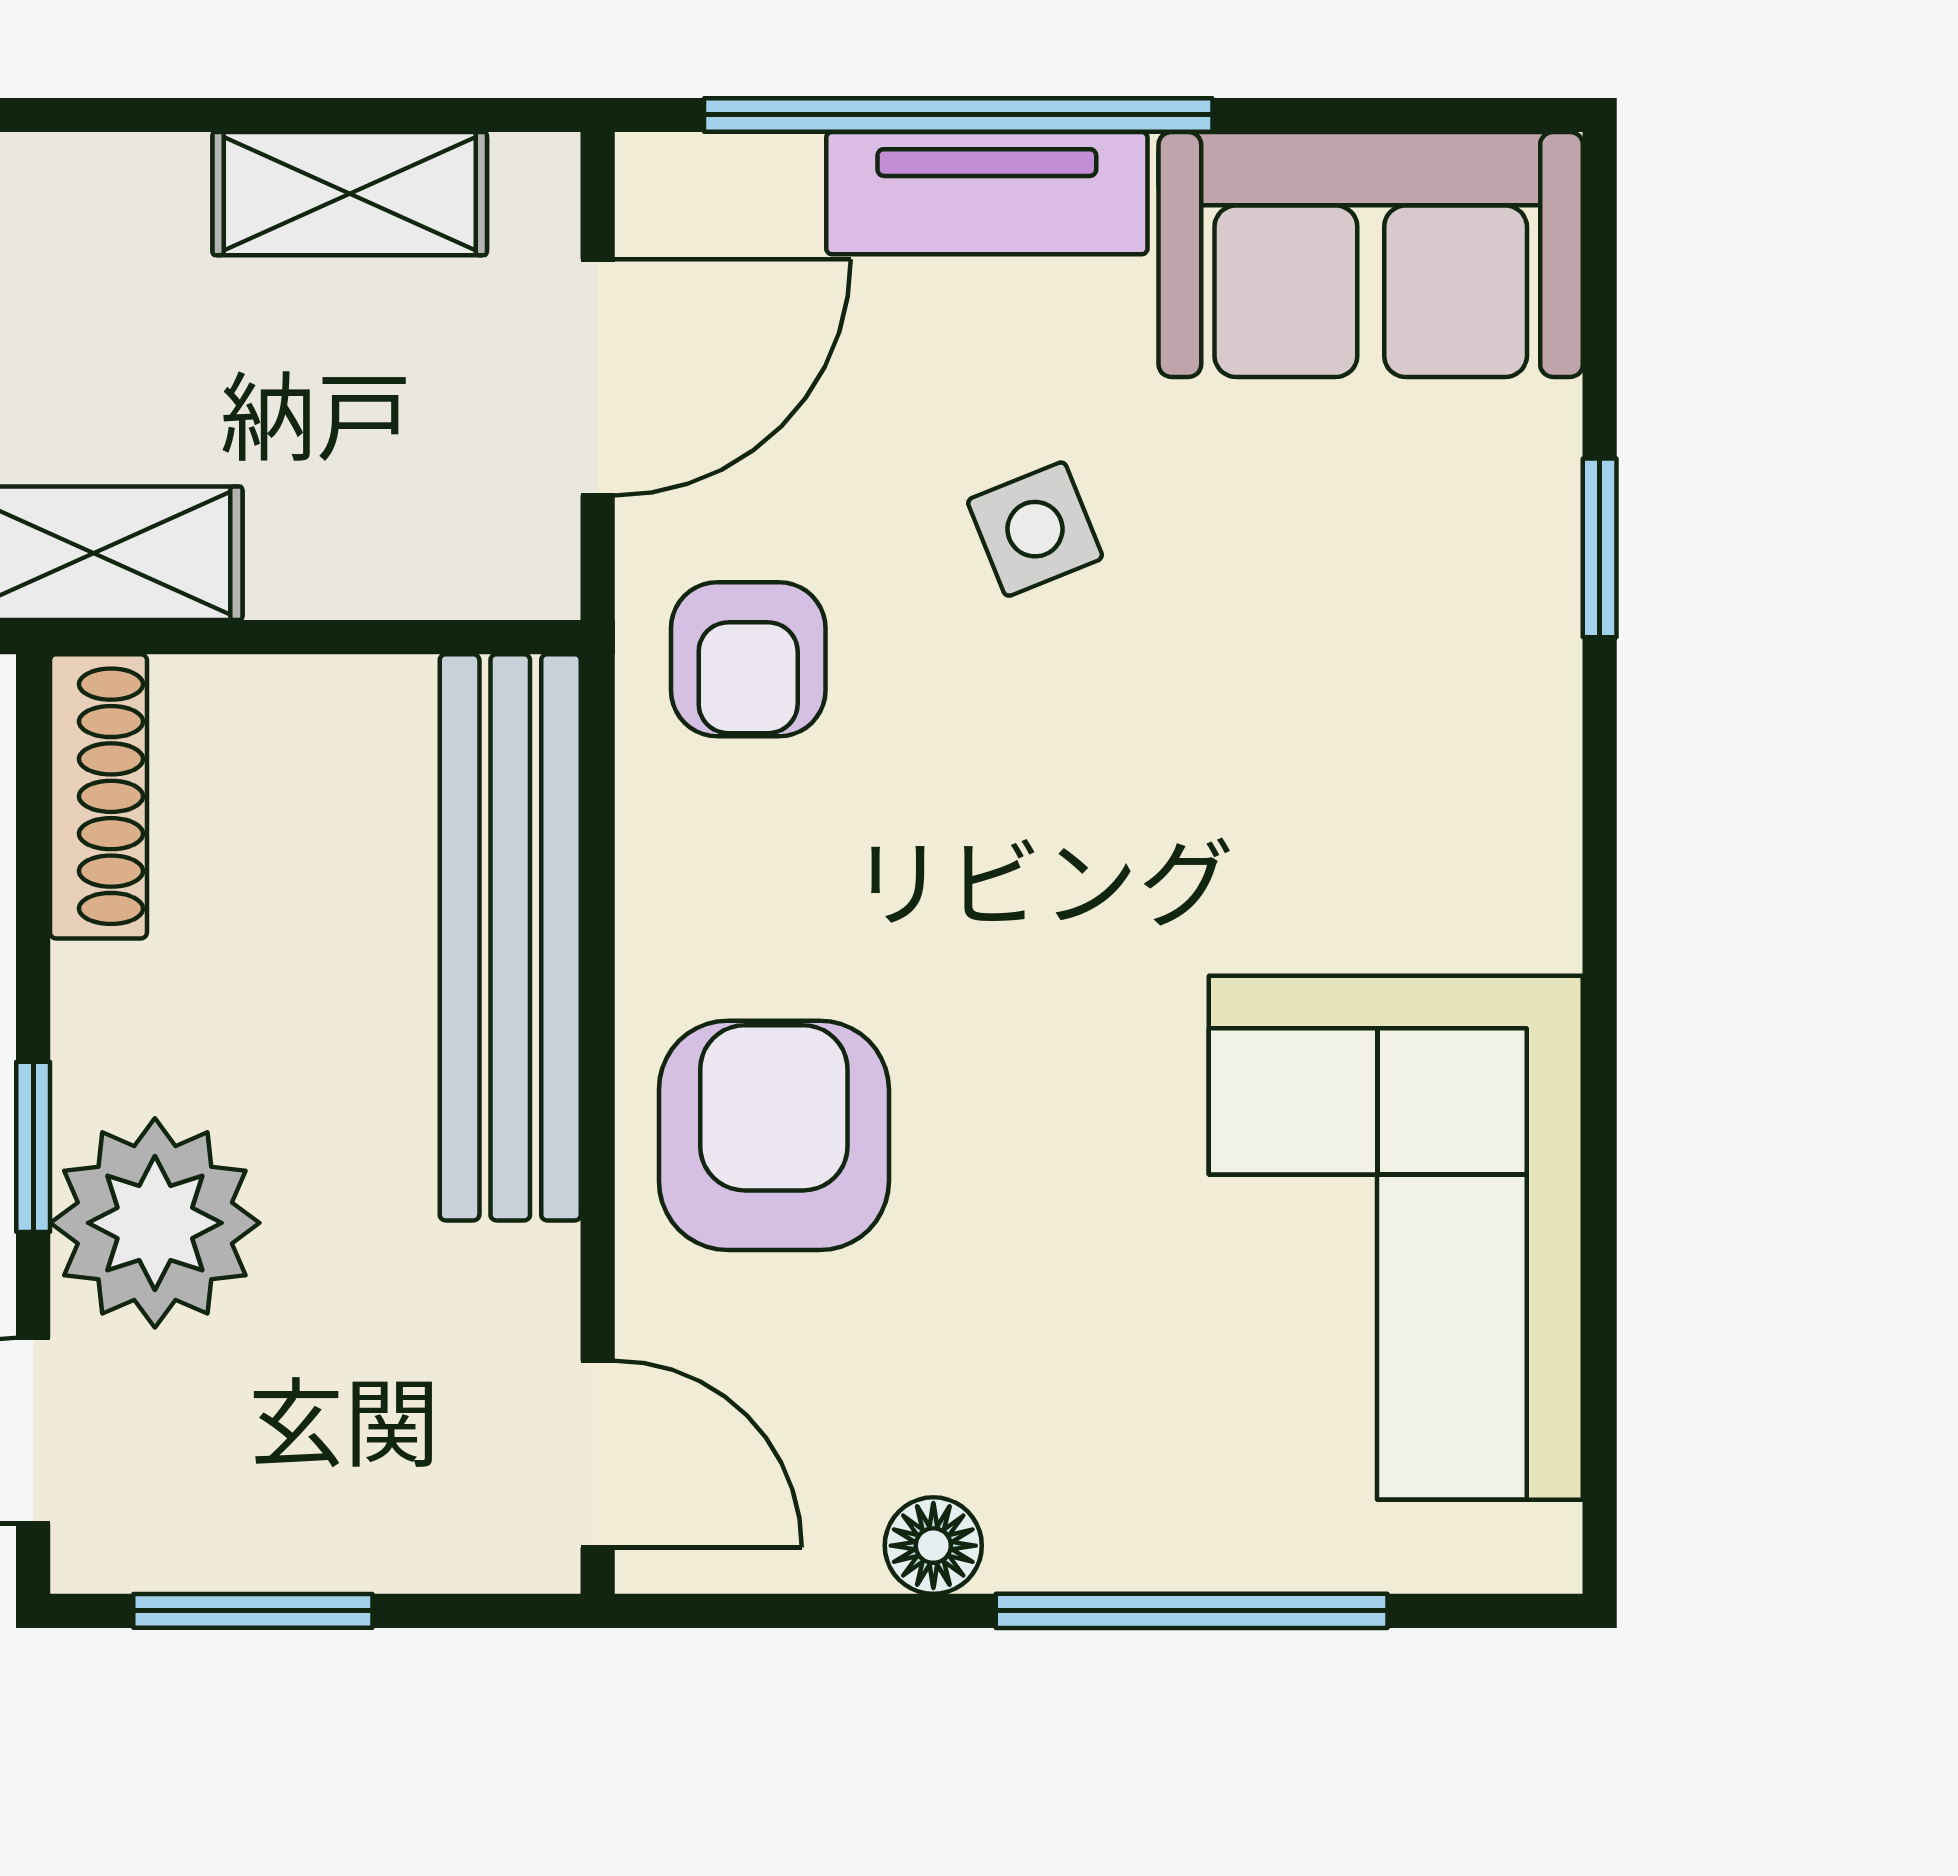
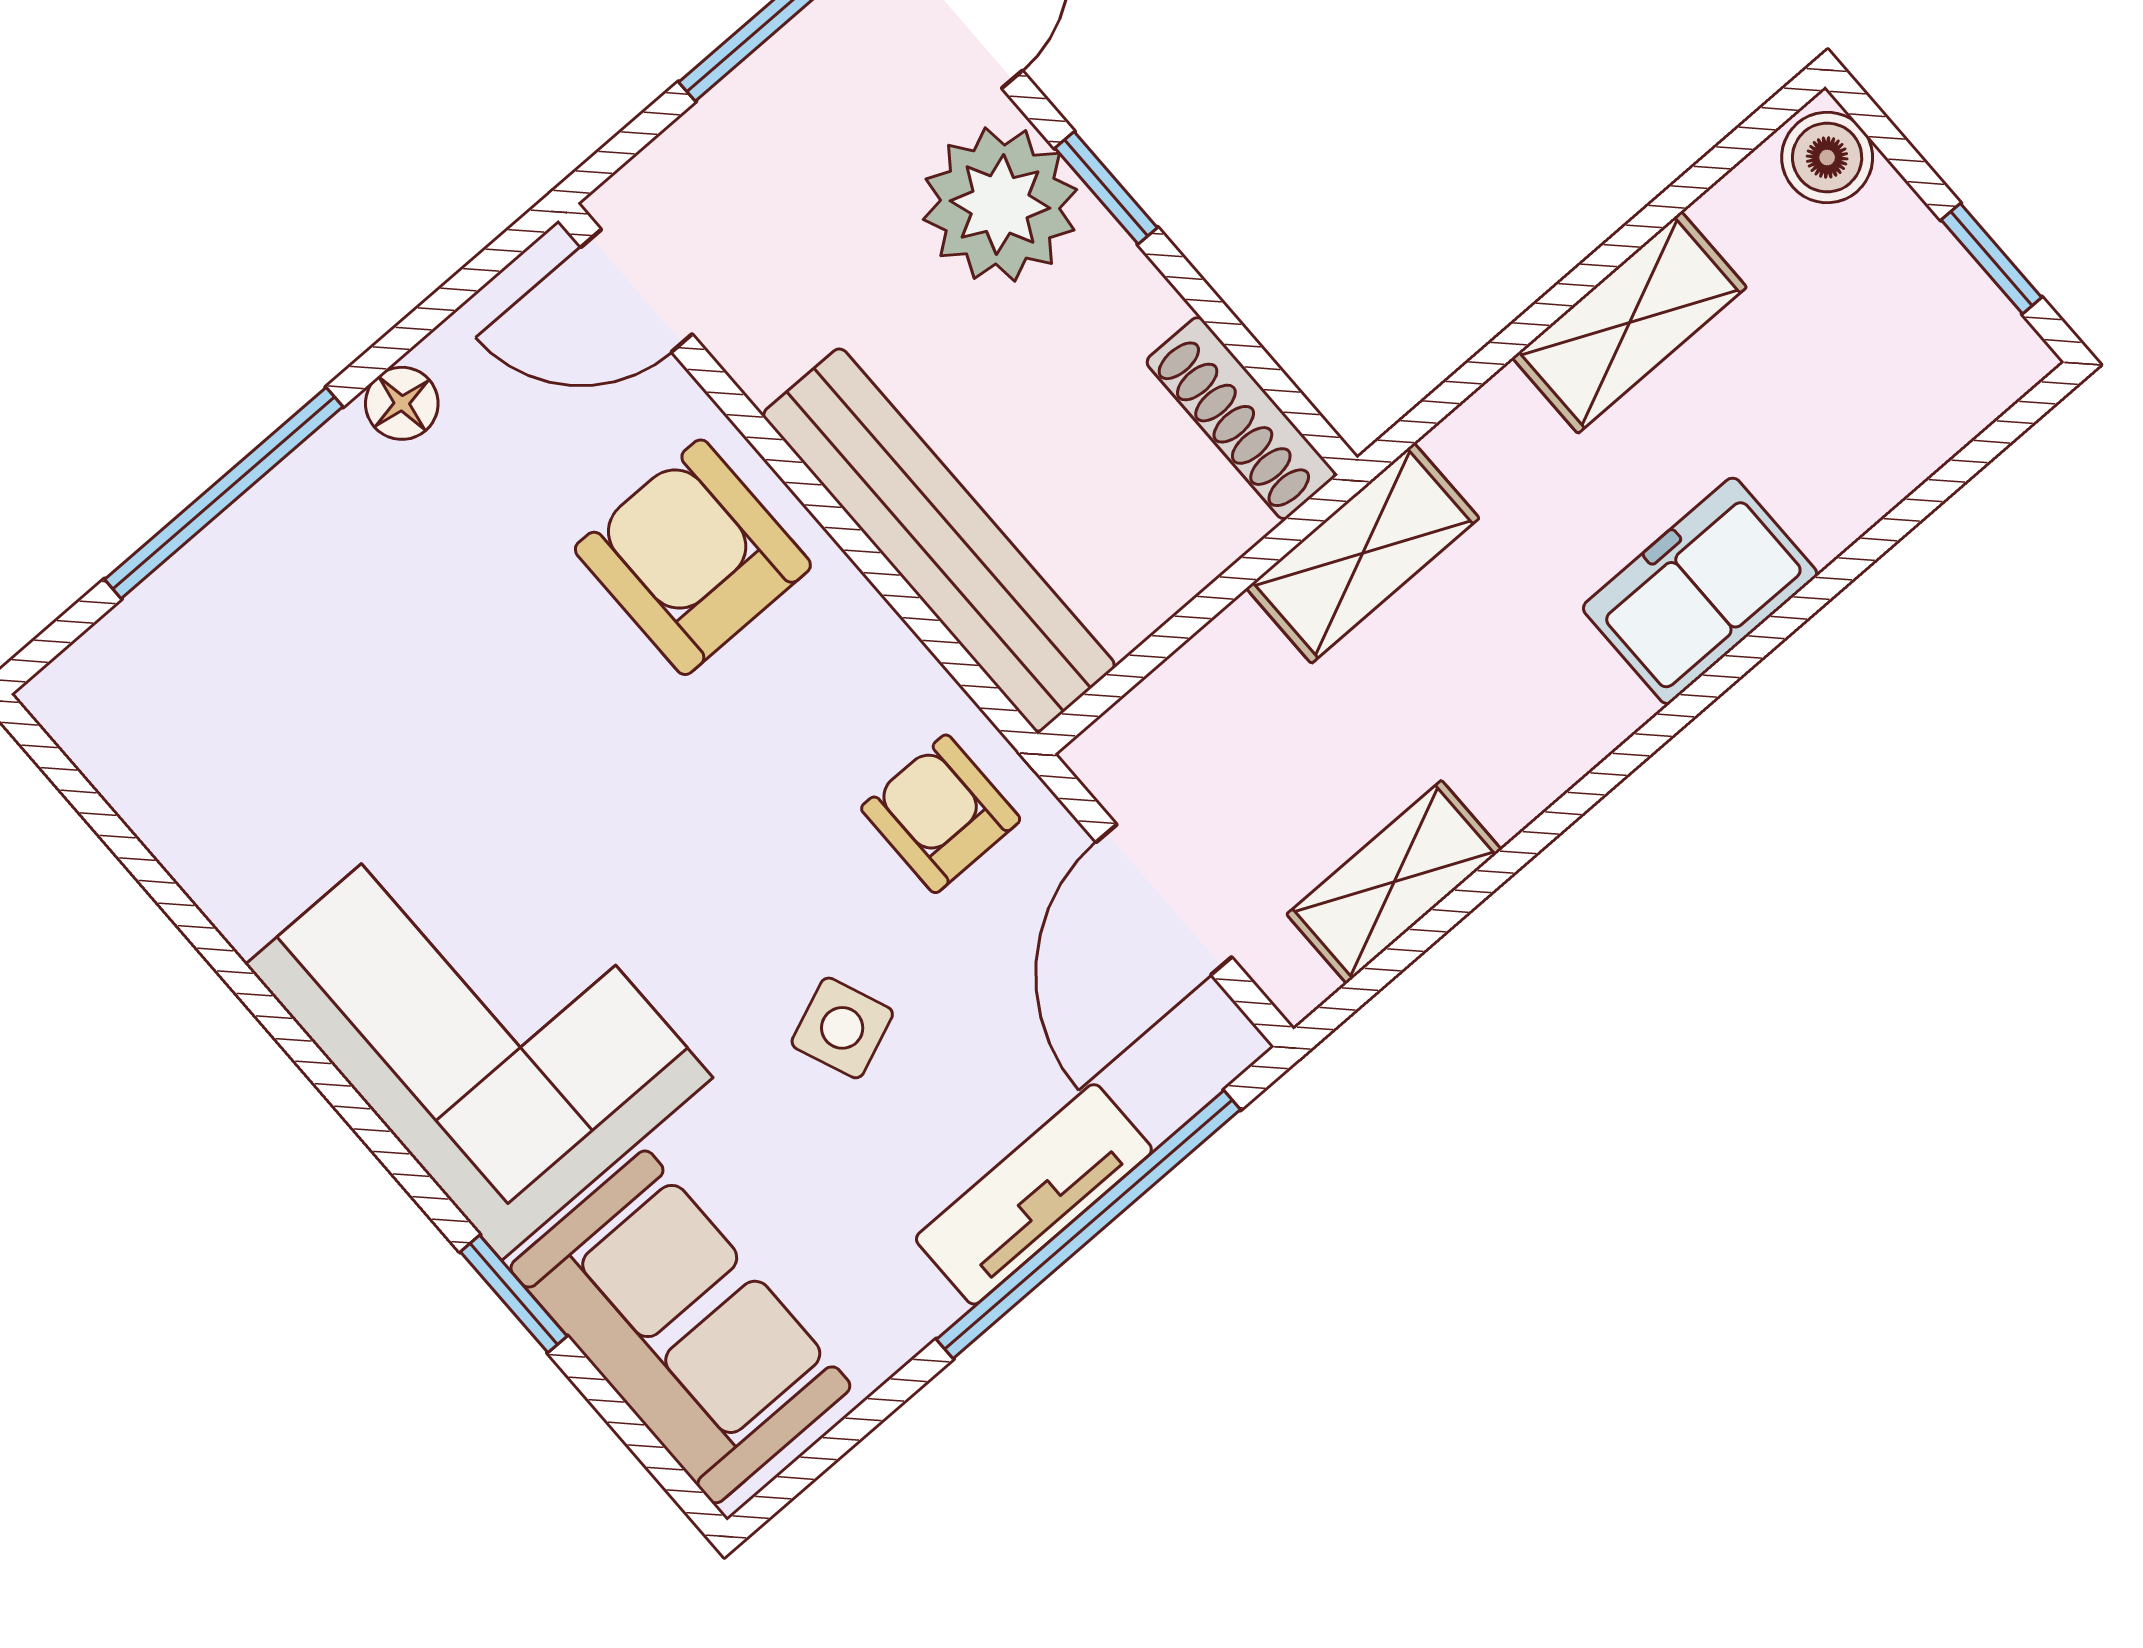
sofa: (1371, 254) -> (680, 1327), moved, turned 90
armchair: (774, 1135) -> (693, 557), turned 180
corner sofa: (1396, 1238) -> (479, 1021), moved

